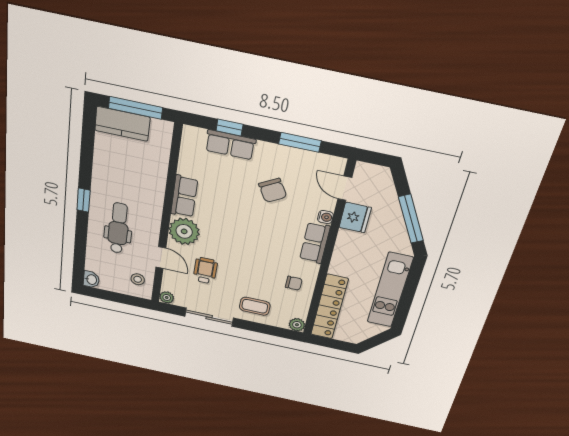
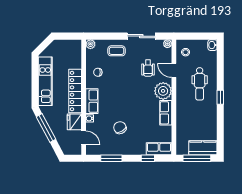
row of seats: (230, 145) -> (159, 149), moved
locker: (329, 307) -> (75, 91), moved

